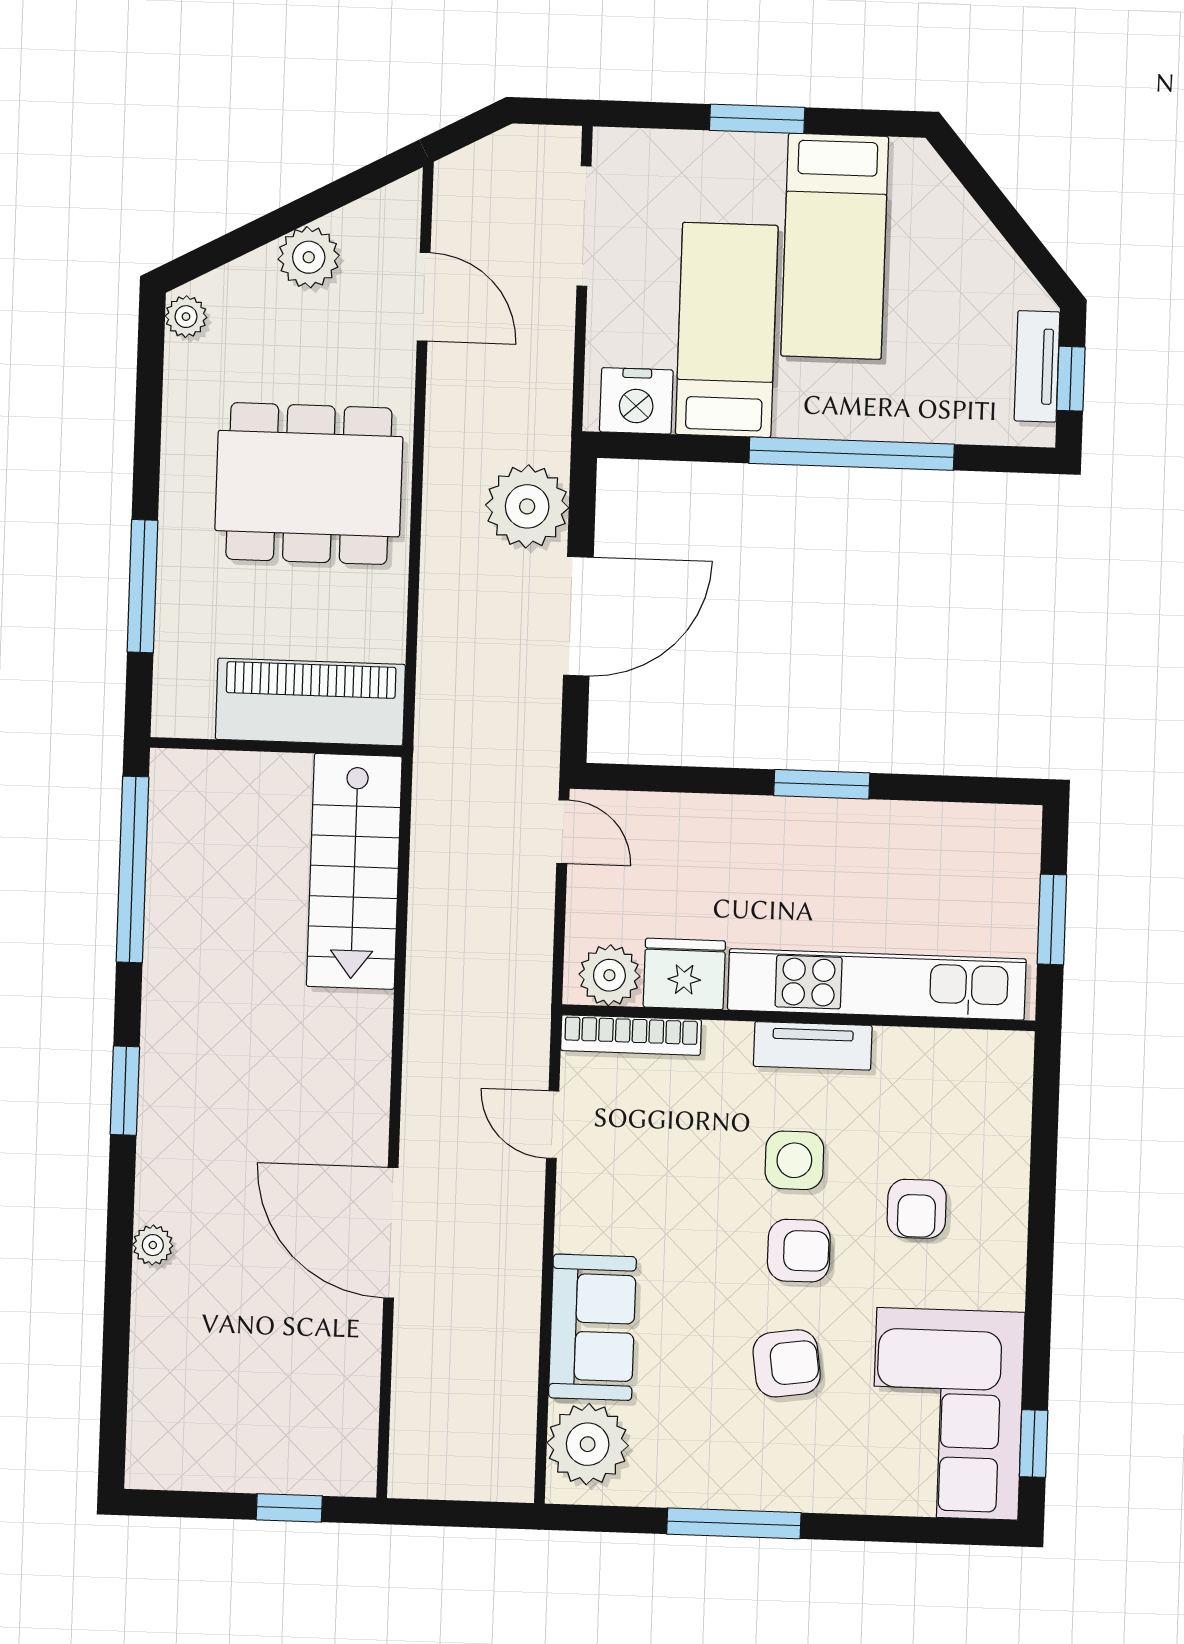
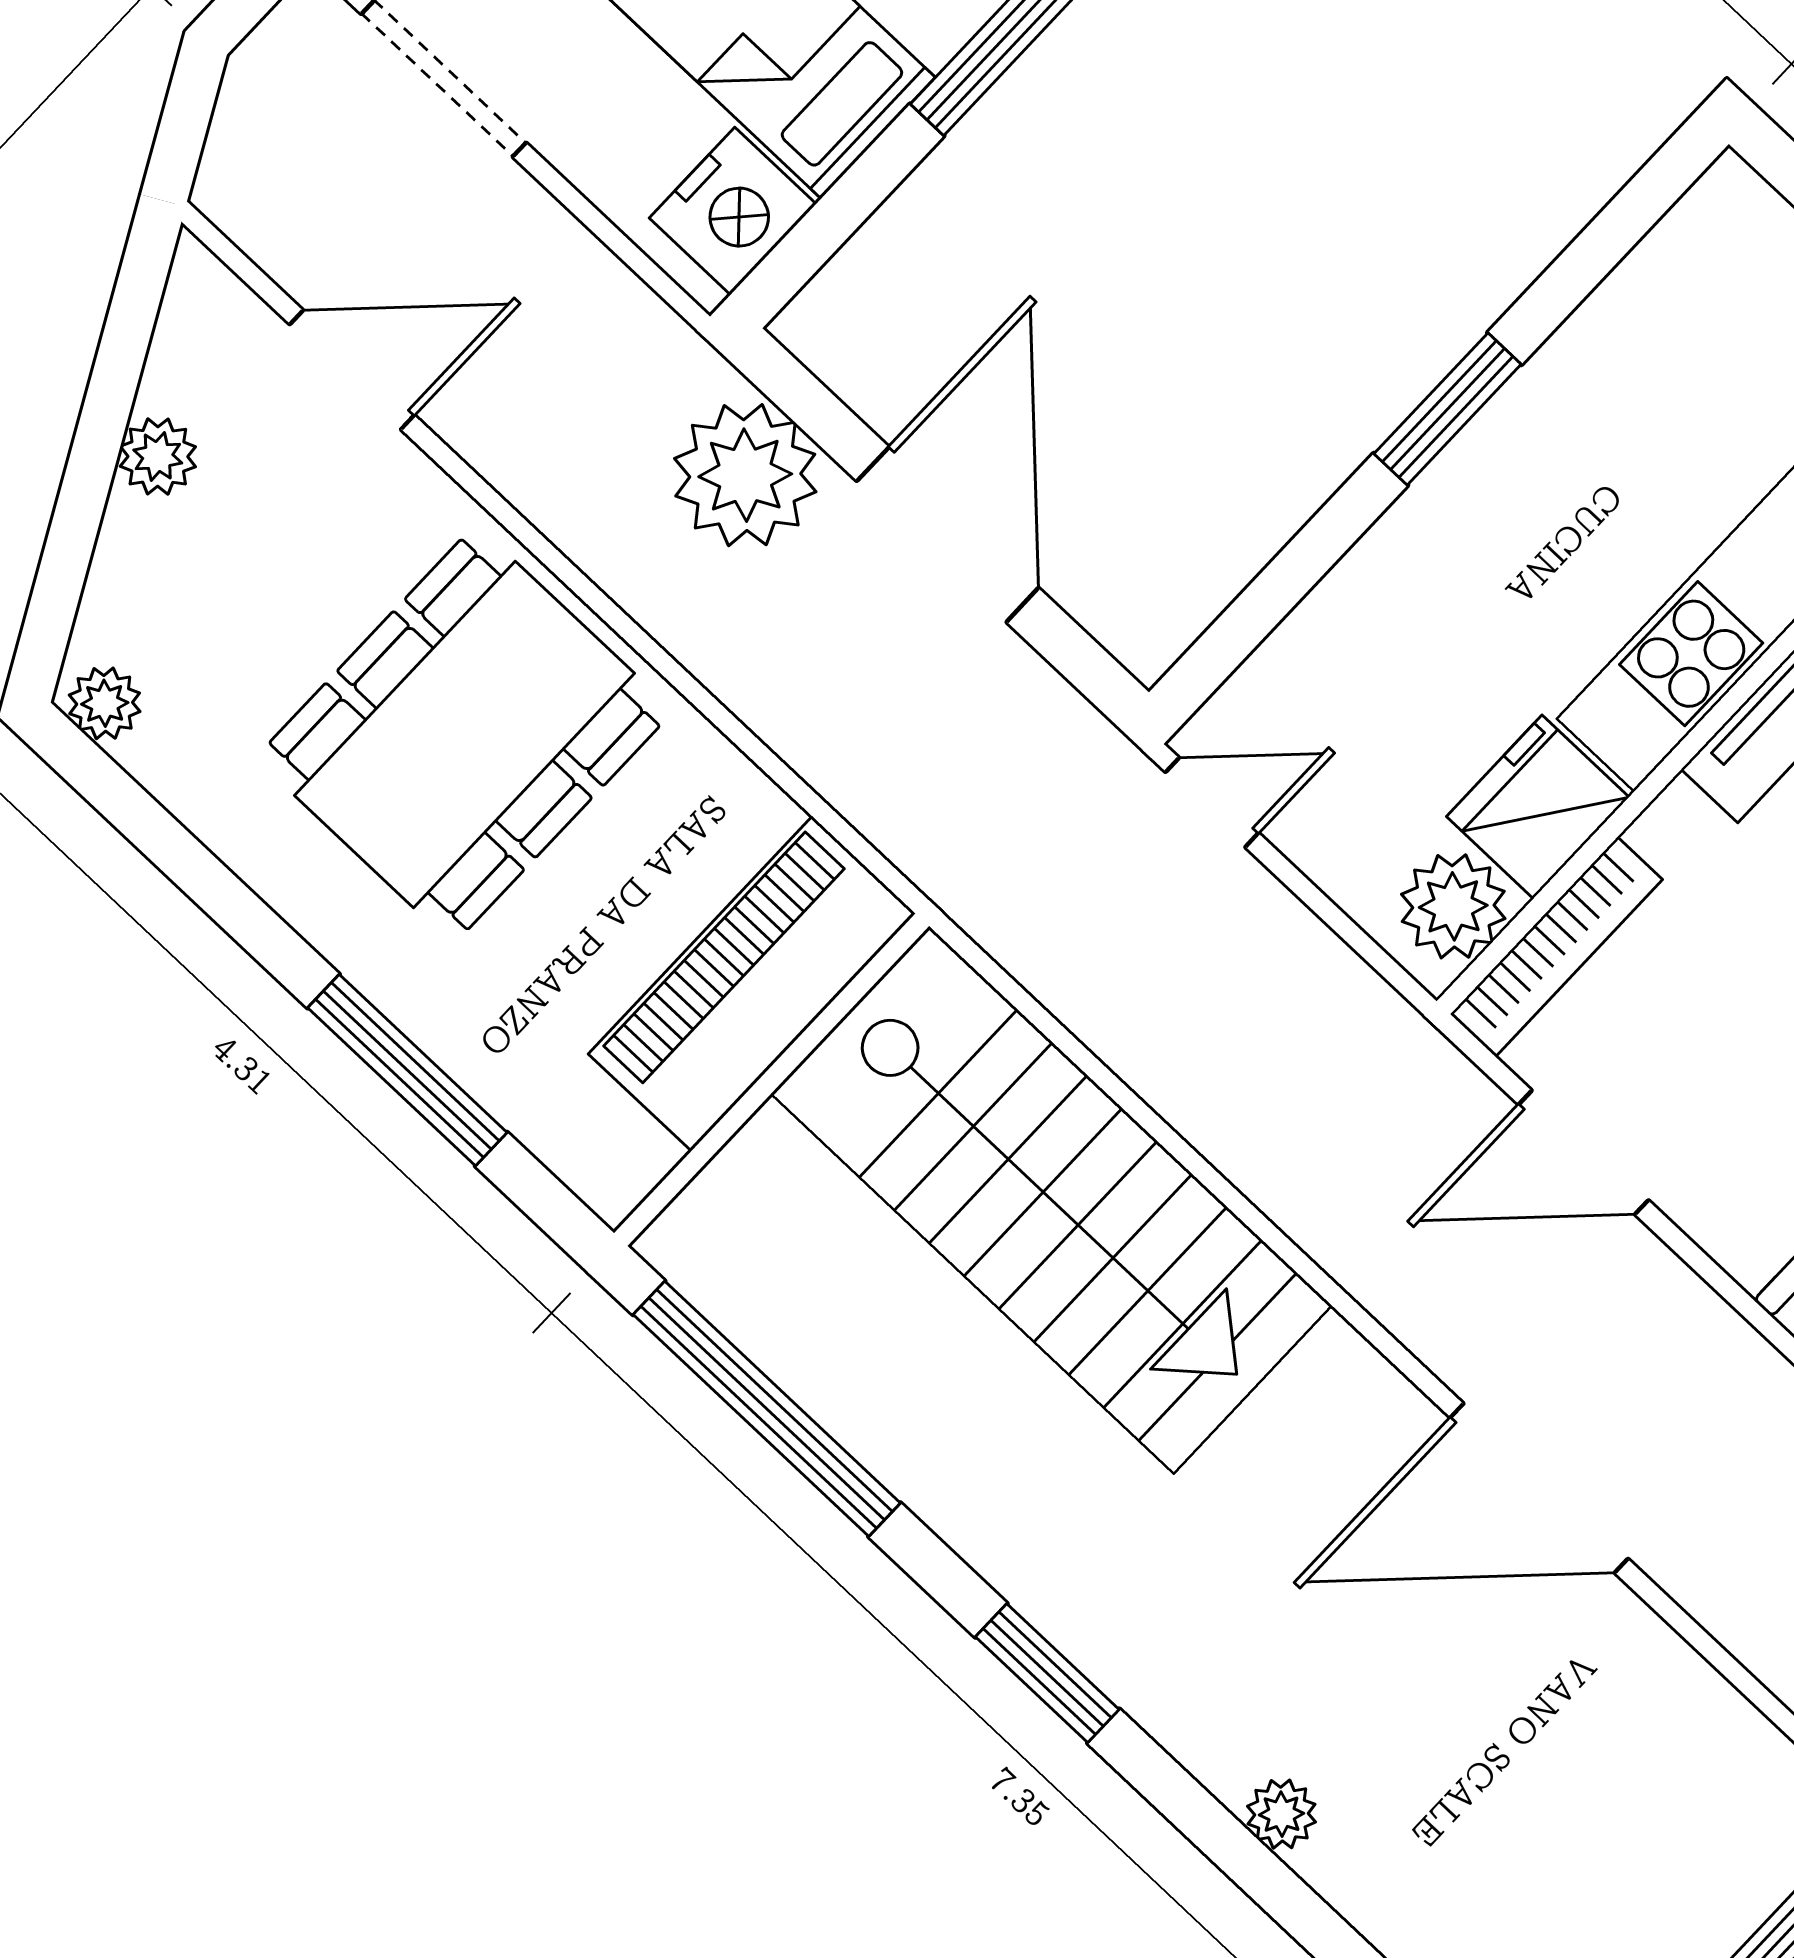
plant: (309, 257) -> (158, 457), width x0.73, depth x0.73
stairs: (354, 871) -> (1051, 1200), width x1.36, depth x1.51
door: (553, 1125) -> (1583, 1152), width x1.38

